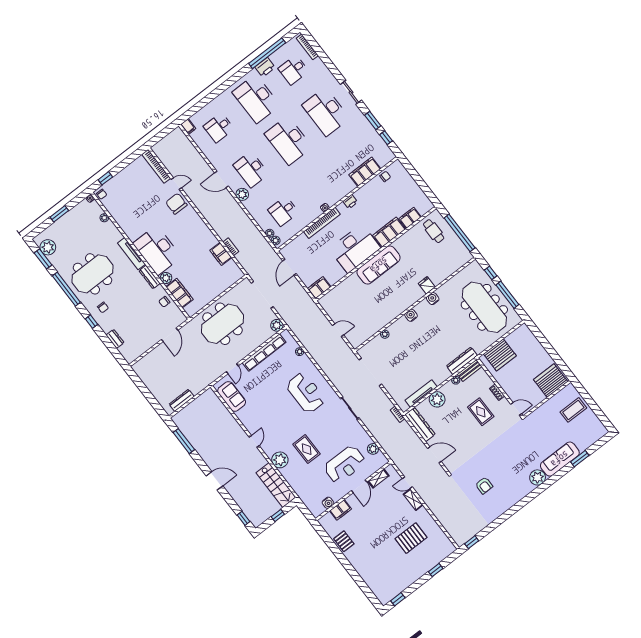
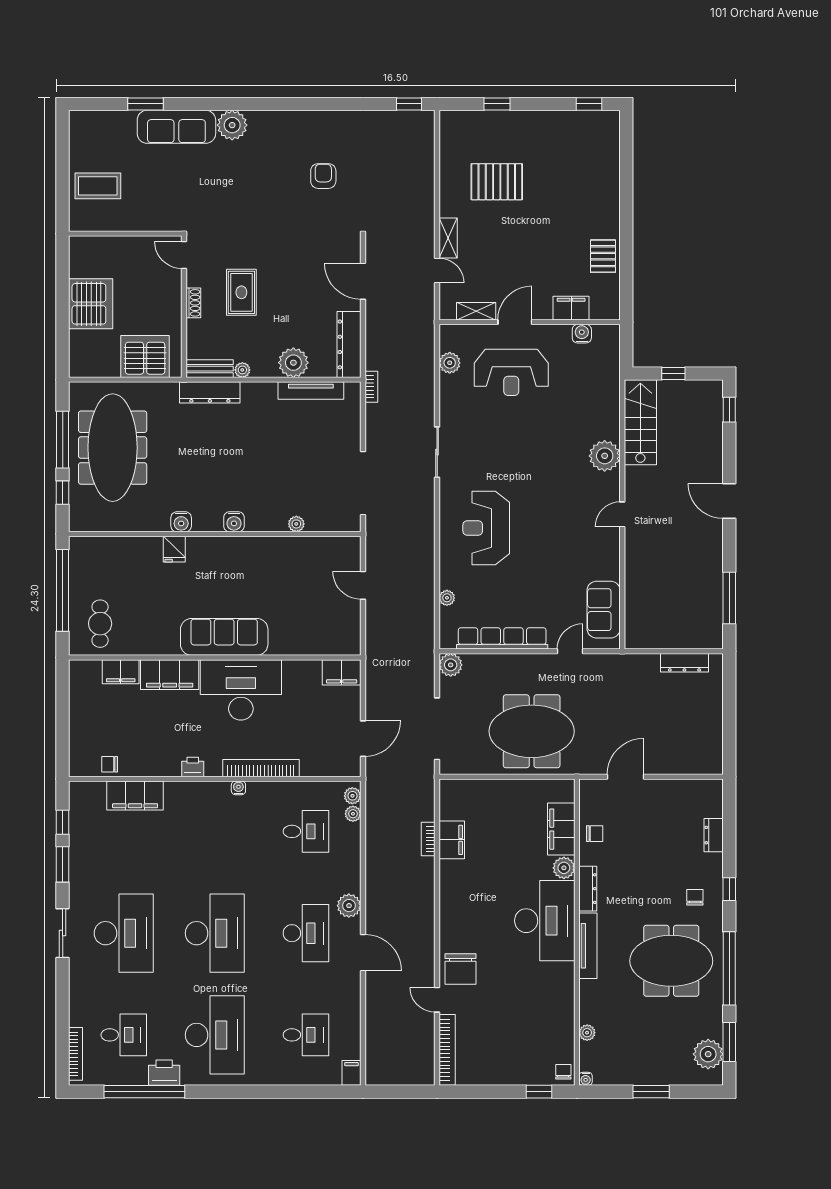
server rack: (551, 381) -> (91, 304), moved, turned -90
rug: (307, 449) -> (551, 441), removed
reception desk: (345, 465) -> (511, 372), turned 180

